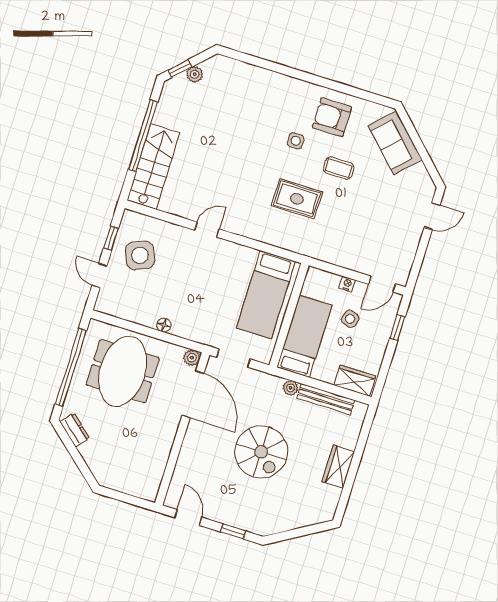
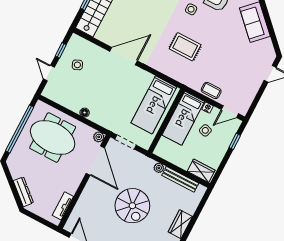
coffee table: (339, 168) -> (211, 90), moved
door: (207, 230) -> (124, 56), width x1.88
side table: (140, 255) -> (77, 65), width x0.54, depth x0.54
bed: (304, 336) -> (183, 118), moved, turned 180
meeting table: (123, 371) -> (53, 138), turned 90
dresser: (75, 430) -> (23, 192), moved, width x1.44
tv unit: (157, 471) -> (63, 206), added

